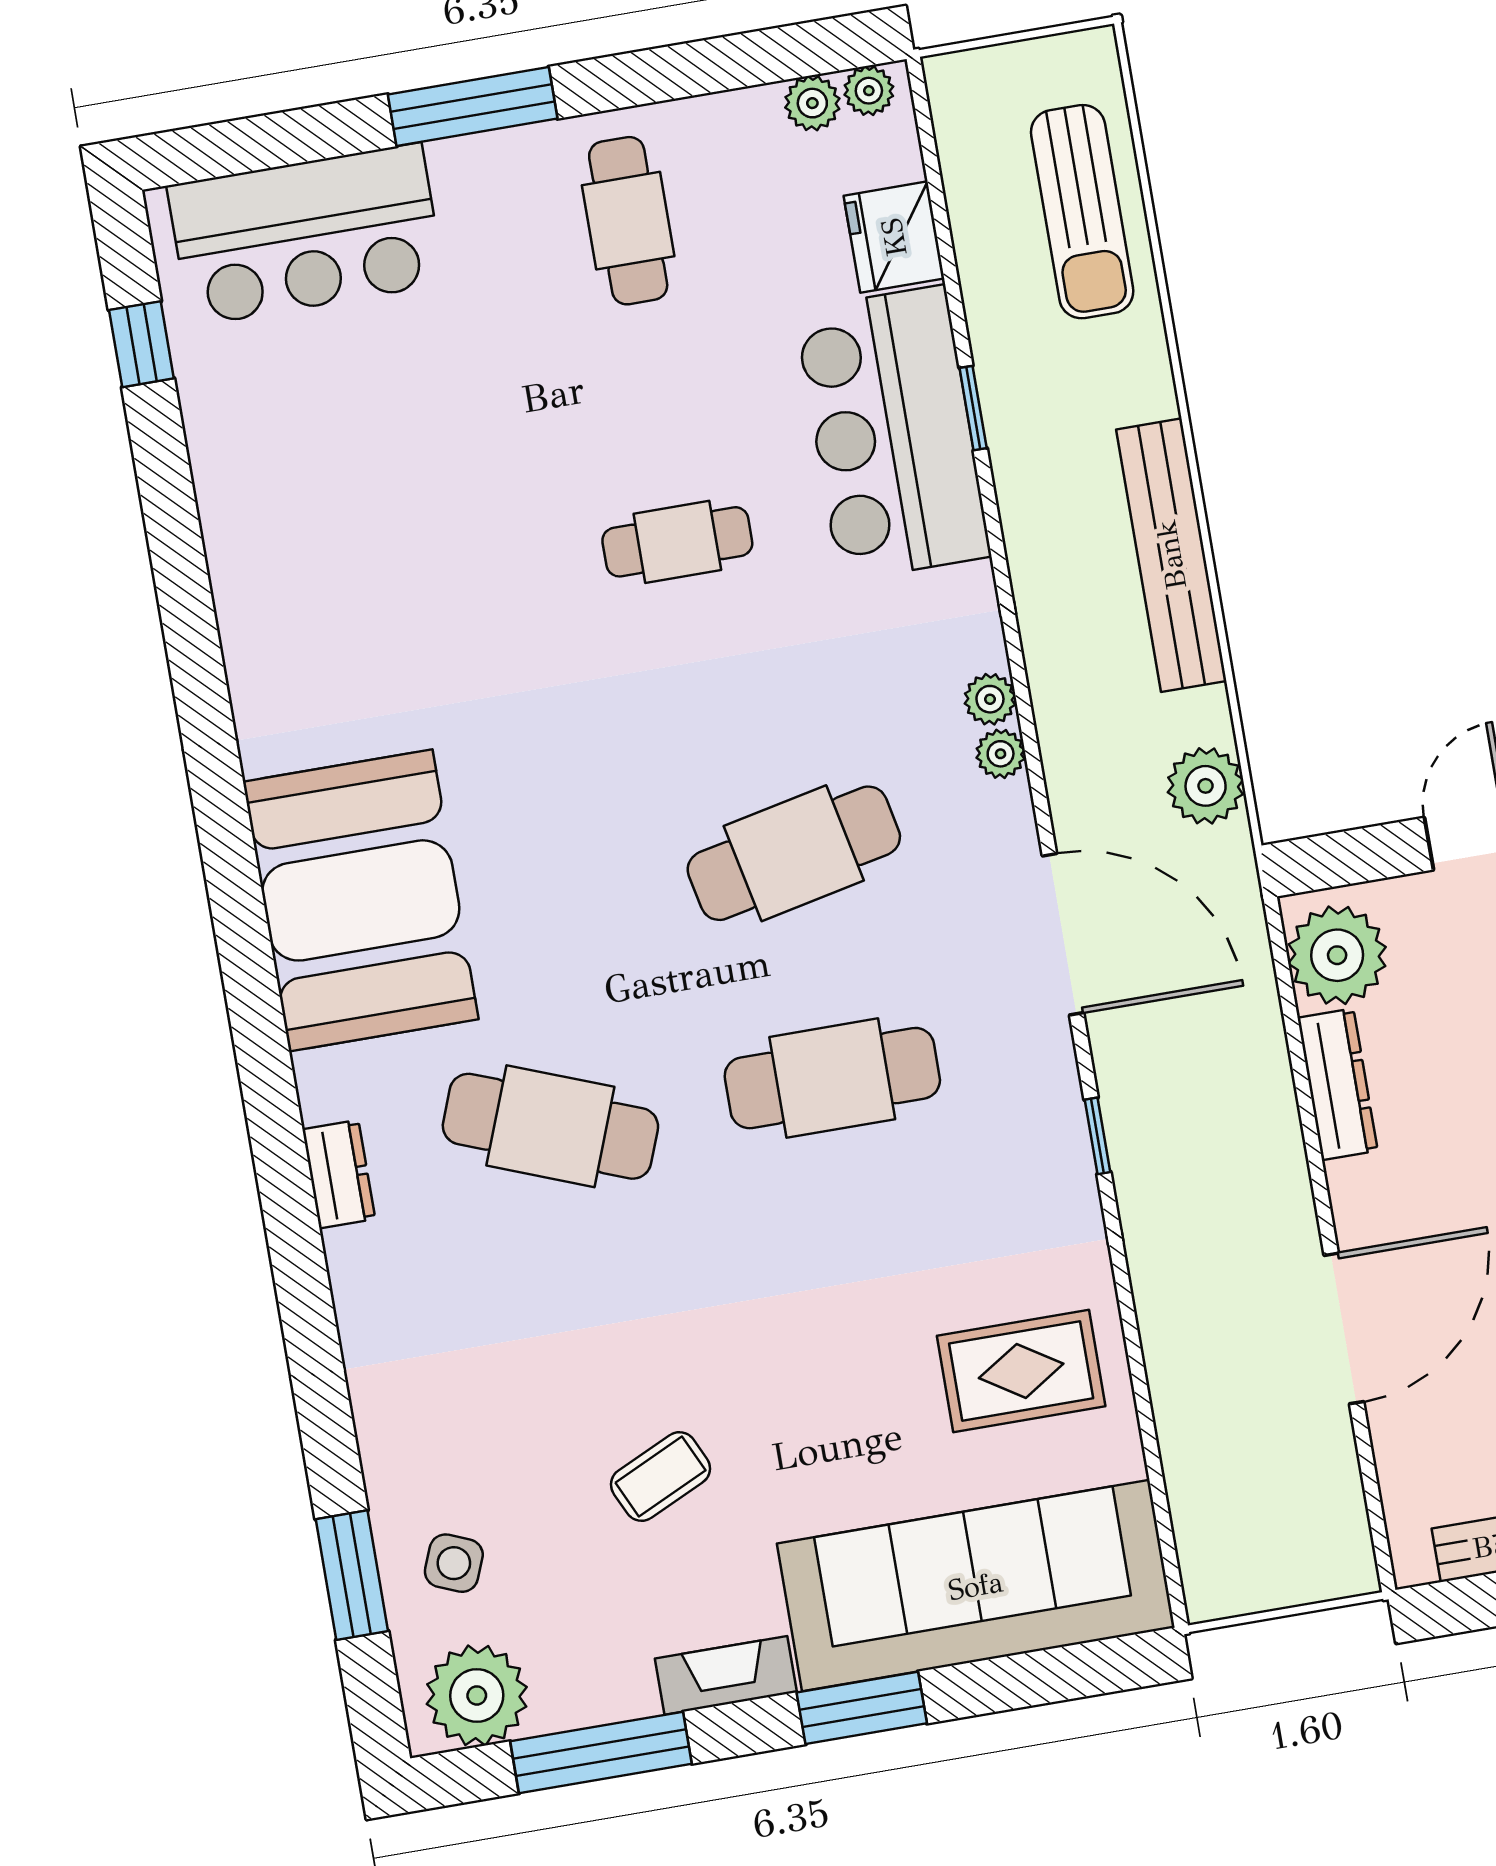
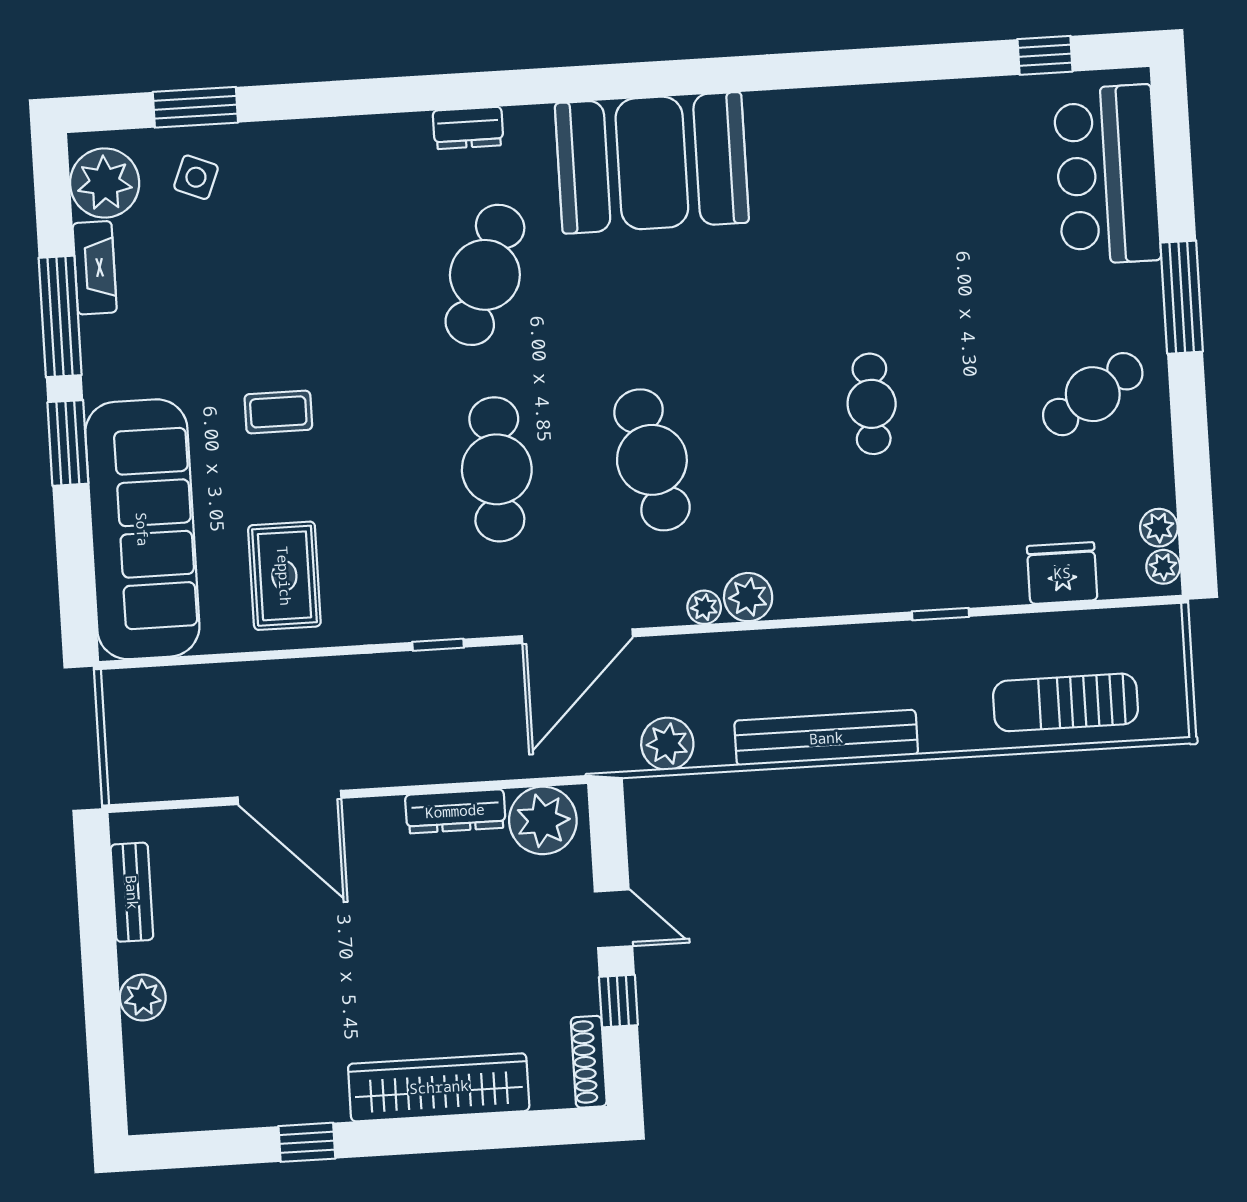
cafe table: (628, 221) -> (1093, 394), turned -32
bar counter: (893, 433) -> (929, 558), removed
plant: (990, 699) -> (748, 597), width x1.38, depth x1.38
coffee table: (660, 1476) -> (278, 412), moved, turned -65
fireplace: (726, 1675) -> (95, 268), moved
window: (601, 1753) -> (60, 316), moved

